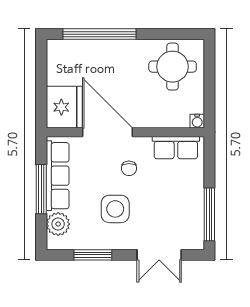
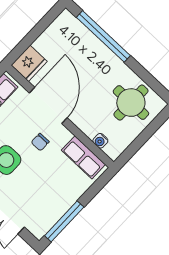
fridge: (64, 107) -> (29, 63), width x0.73, depth x0.75
water cooler: (197, 121) -> (100, 141), moved

